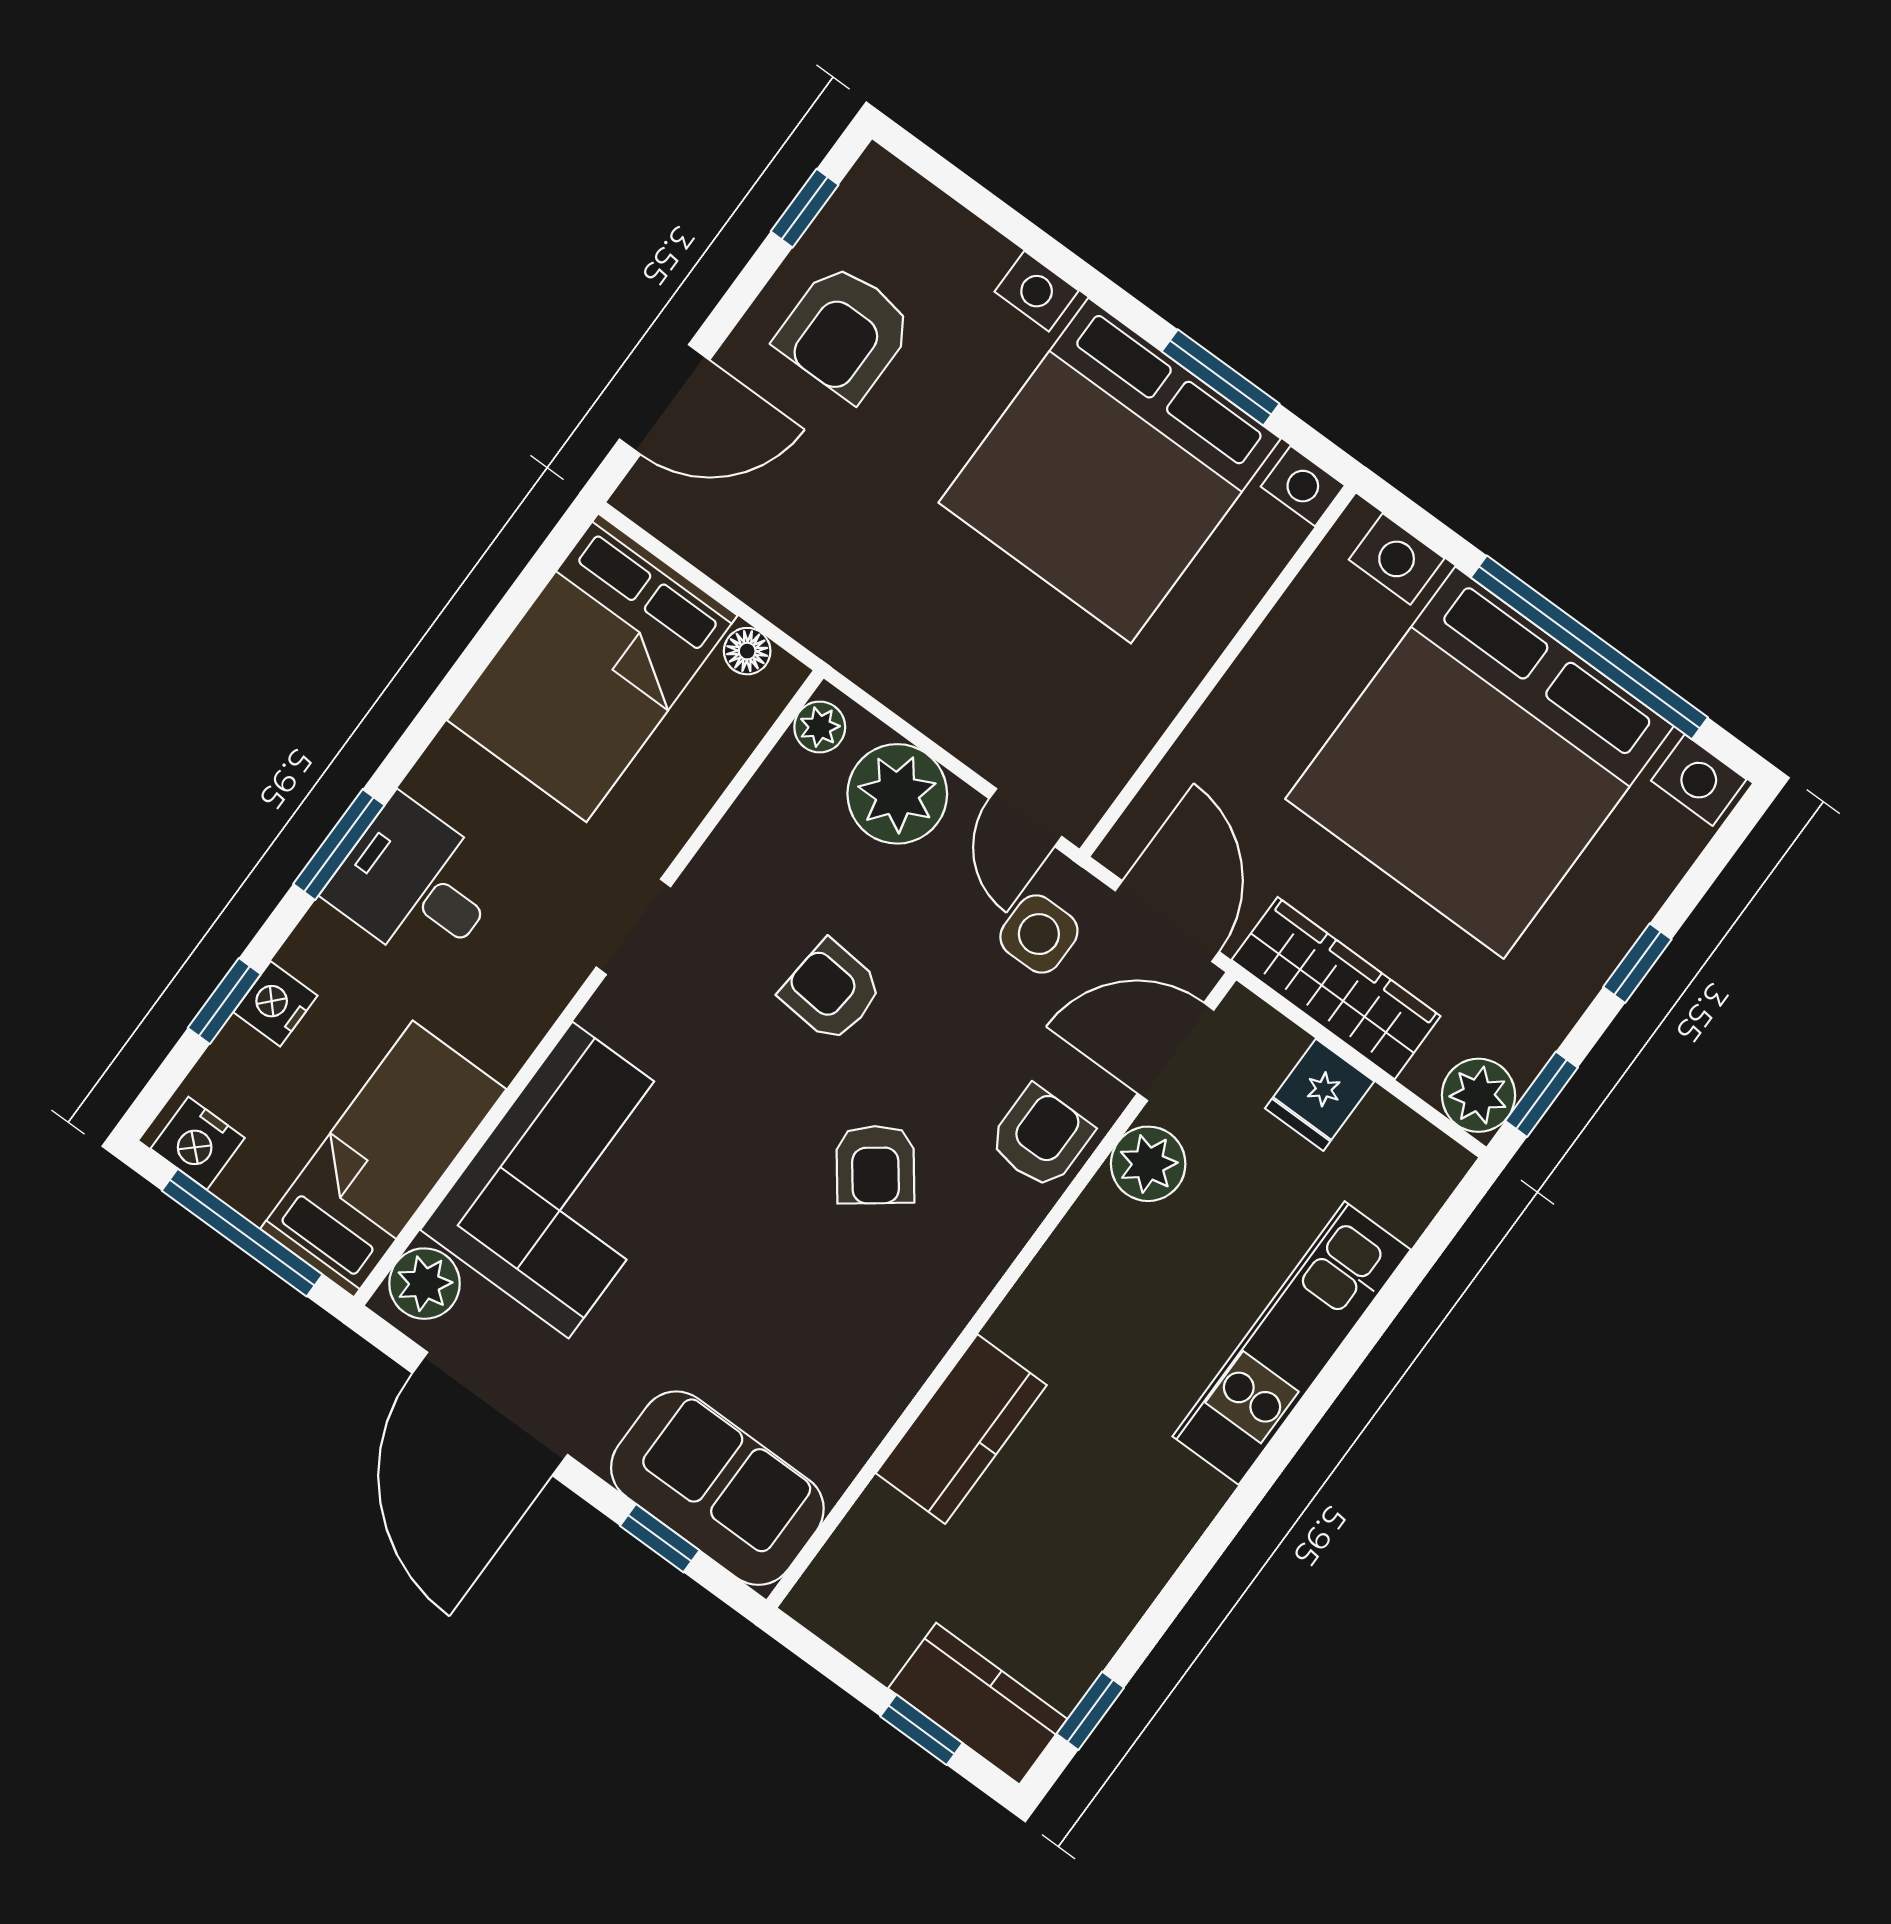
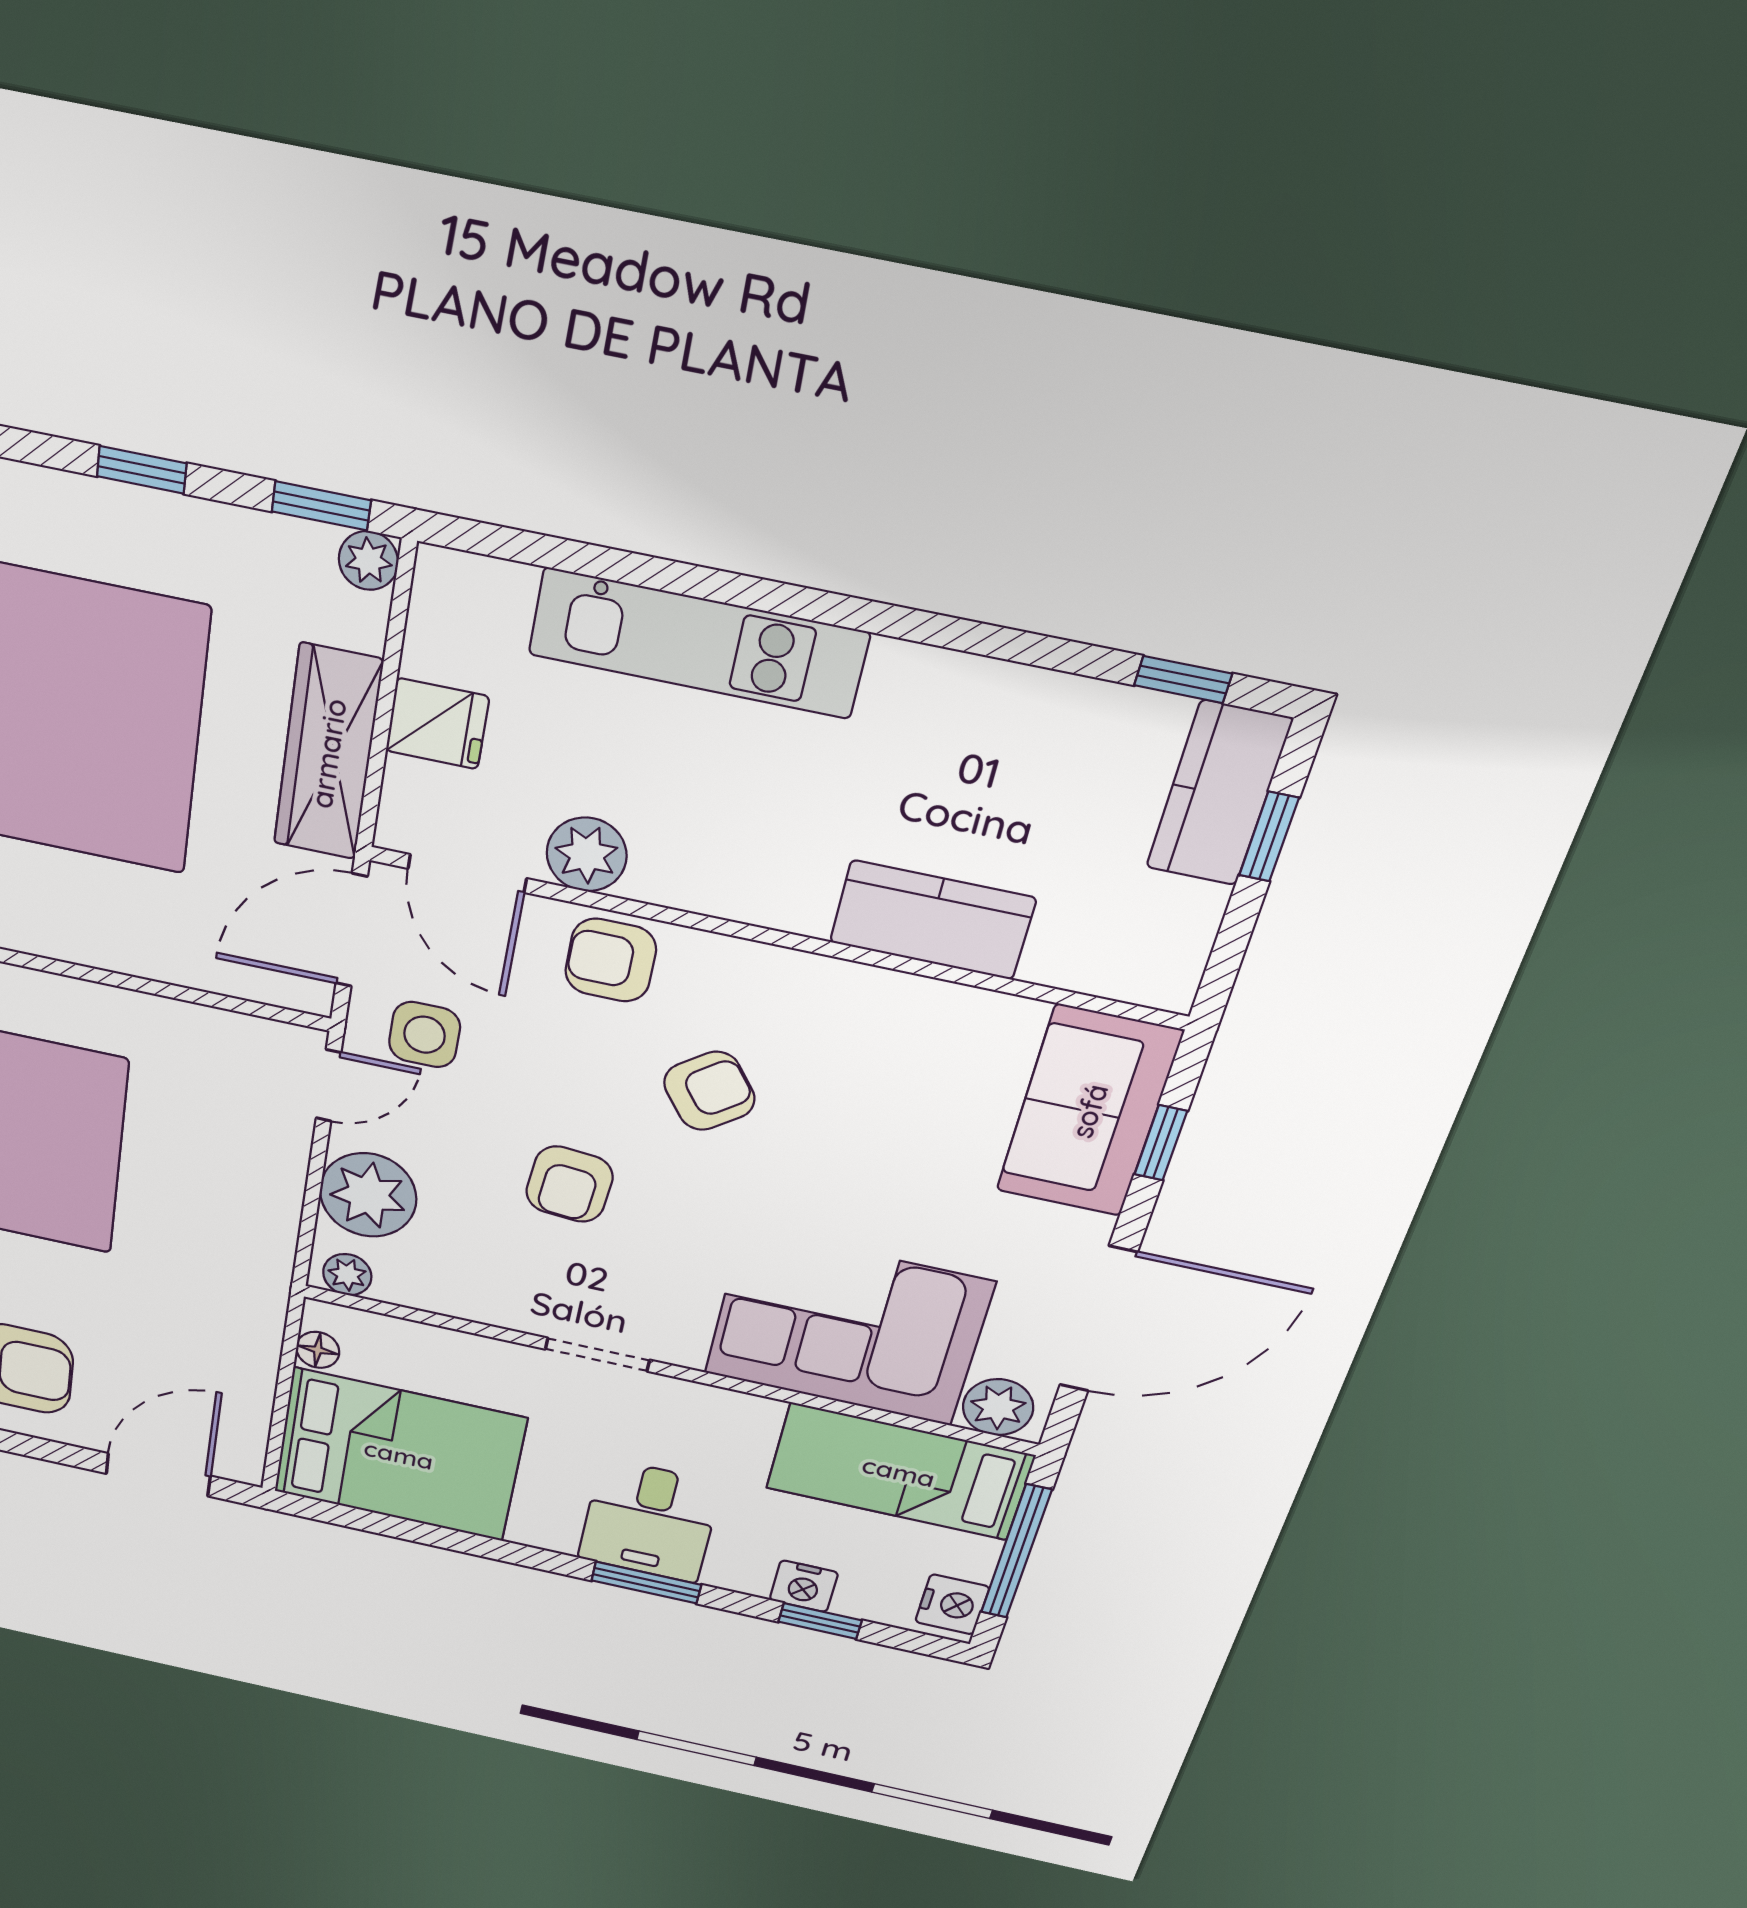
door: (665, 400) -> (158, 1475), hinge flipped
plant: (1478, 1095) -> (368, 561), width x0.73, depth x0.73

